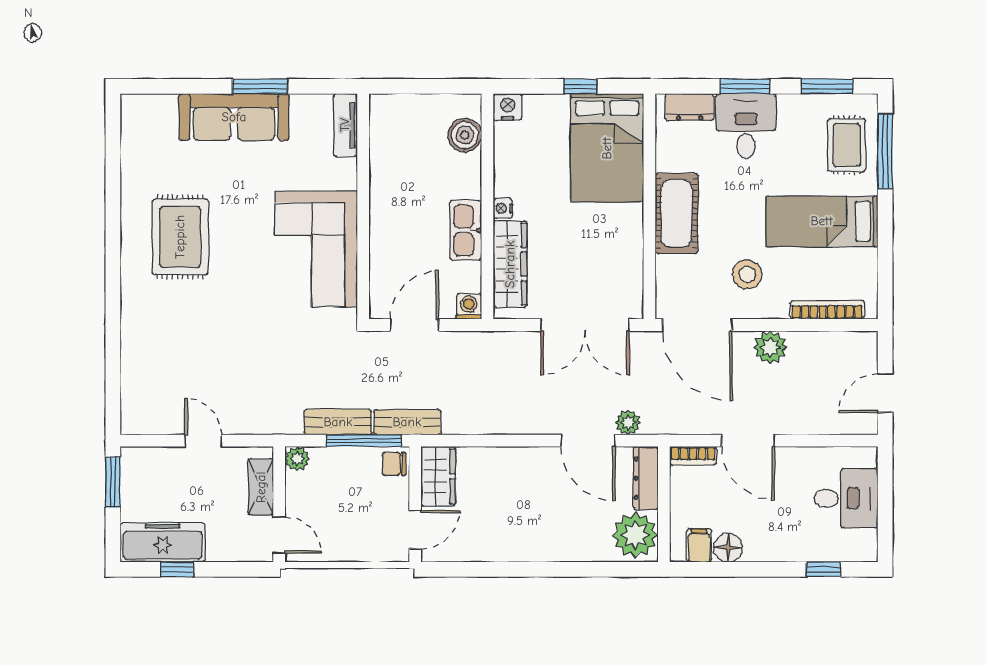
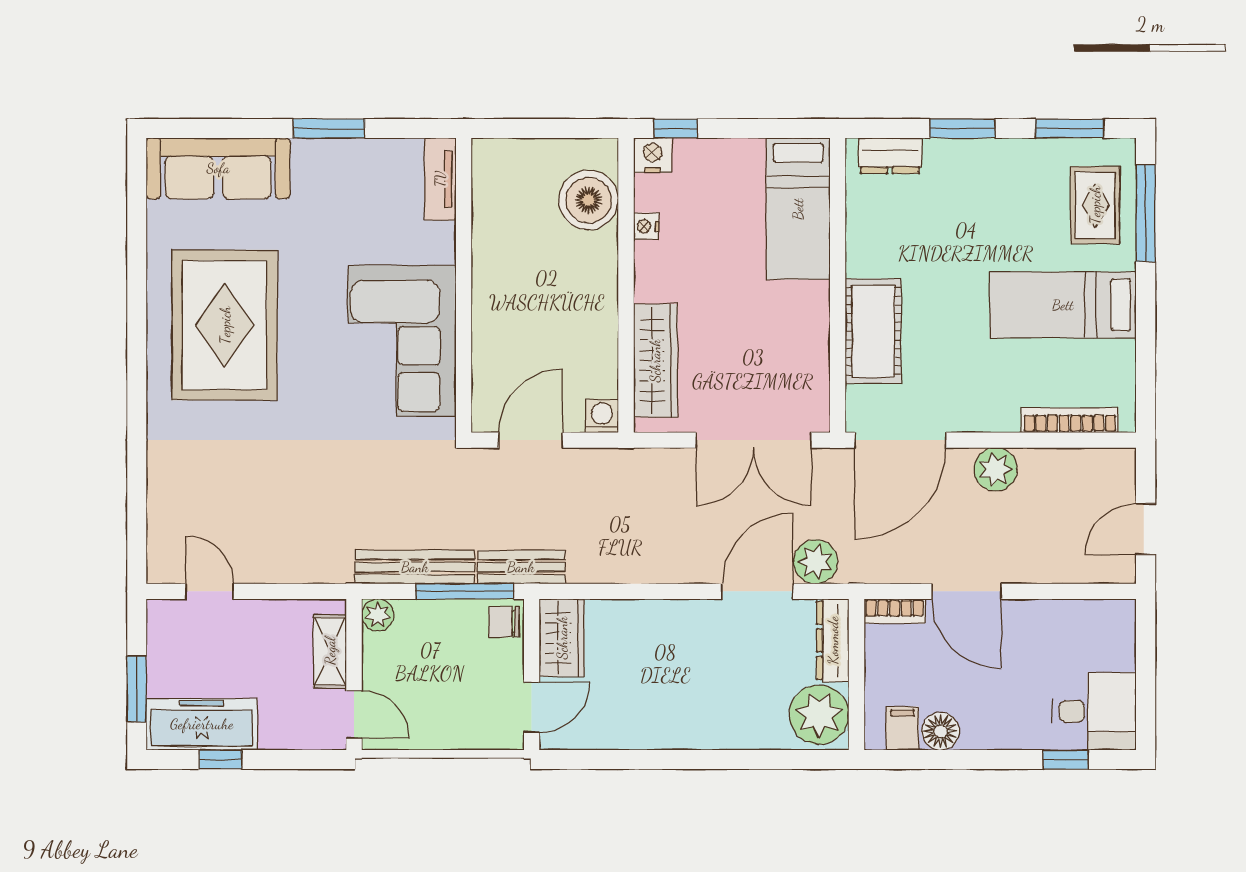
window: (580, 86) -> (676, 128), moved
sofa: (234, 117) -> (218, 168), moved
desk: (746, 126) -> (964, 180), removed
boiler: (465, 135) -> (589, 200), width x1.37, depth x1.37
bed: (607, 148) -> (798, 209), width x0.67
nightstand: (503, 208) -> (646, 226), moved
cot: (677, 213) -> (873, 331), moved
kitchen sink: (466, 230) -> (598, 317), removed
rug: (180, 237) -> (225, 325), width x1.37, depth x1.44
stool: (747, 274) -> (965, 374), removed
door: (697, 325) -> (900, 440), hinge flipped
bench: (338, 422) -> (415, 567), width x1.36
plant: (628, 423) -> (816, 562), width x1.38, depth x1.38
door: (203, 441) -> (210, 591), moved
door: (588, 441) -> (757, 591), swing flipped
window: (113, 482) -> (137, 689), moved
desk: (846, 498) -> (1094, 711), moved

